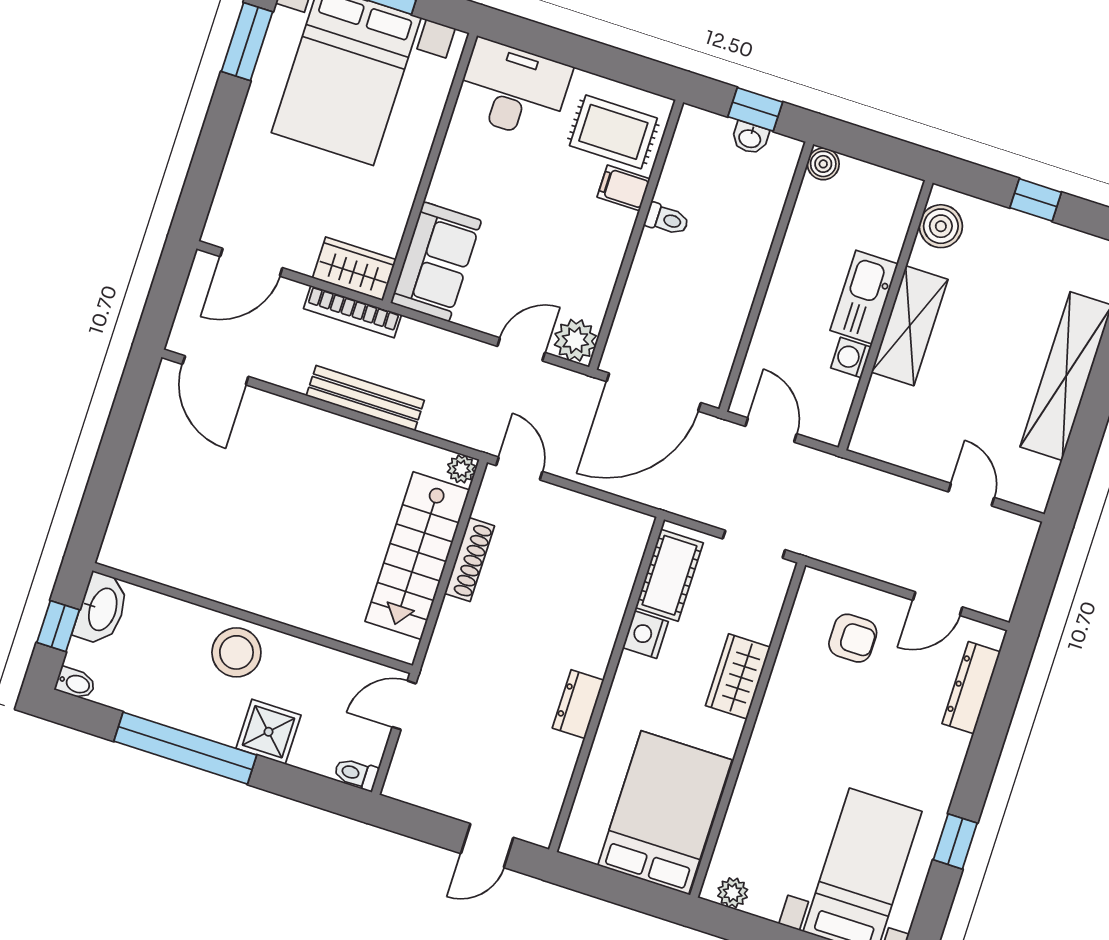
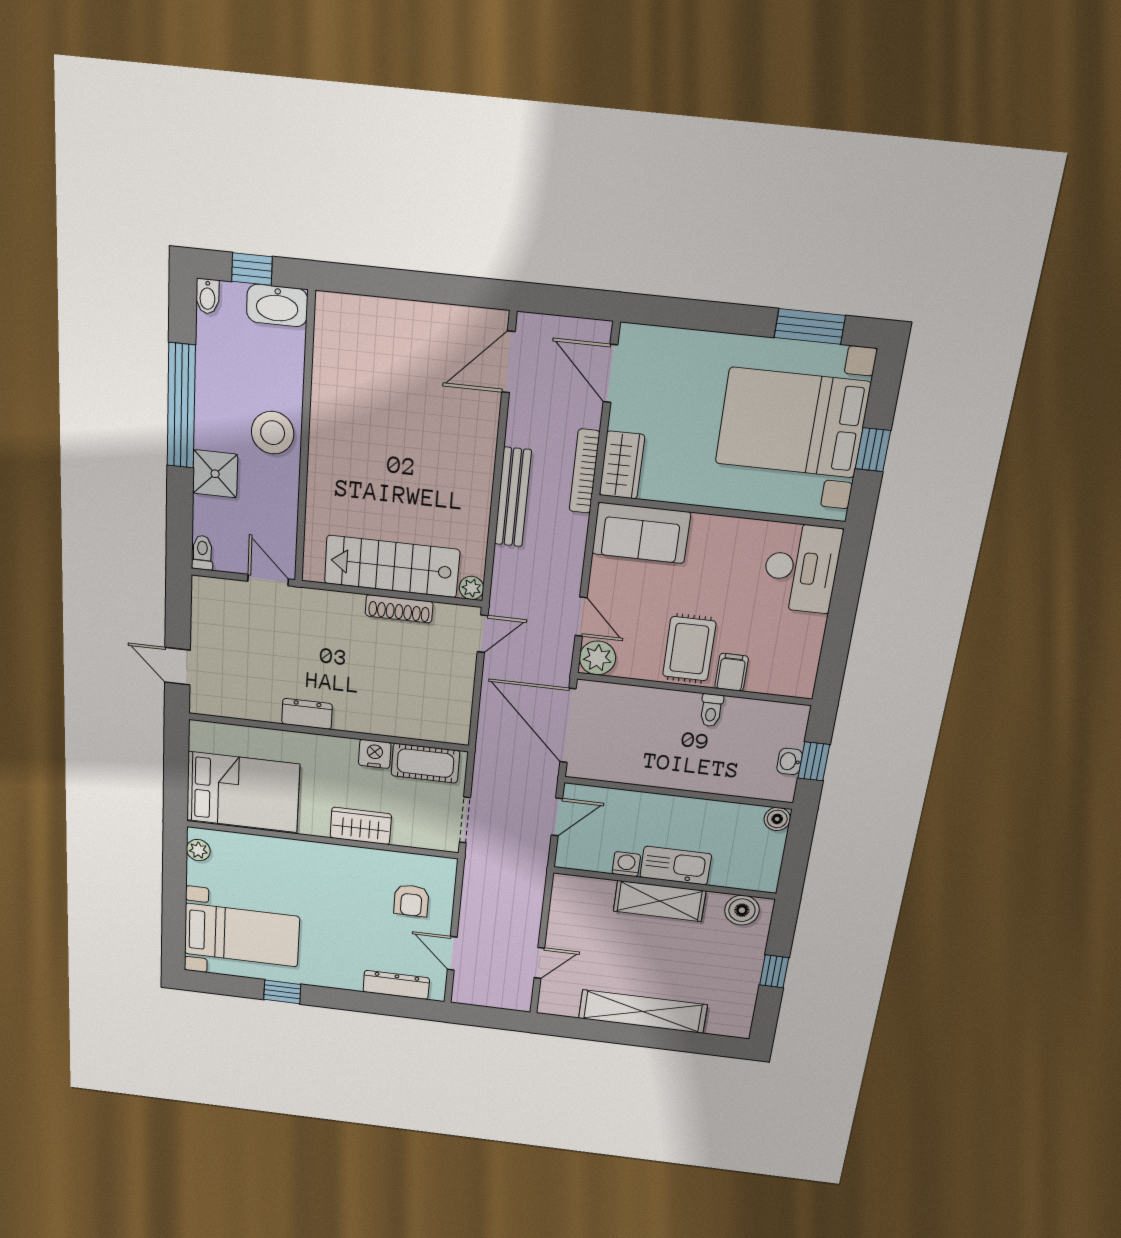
rug: (613, 132) -> (689, 649), moved

